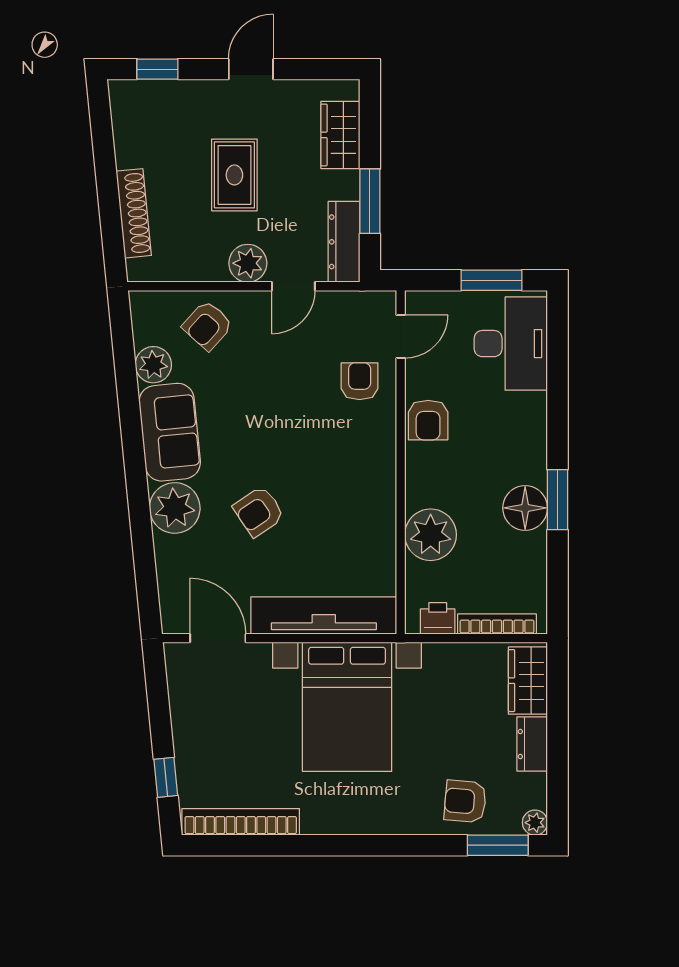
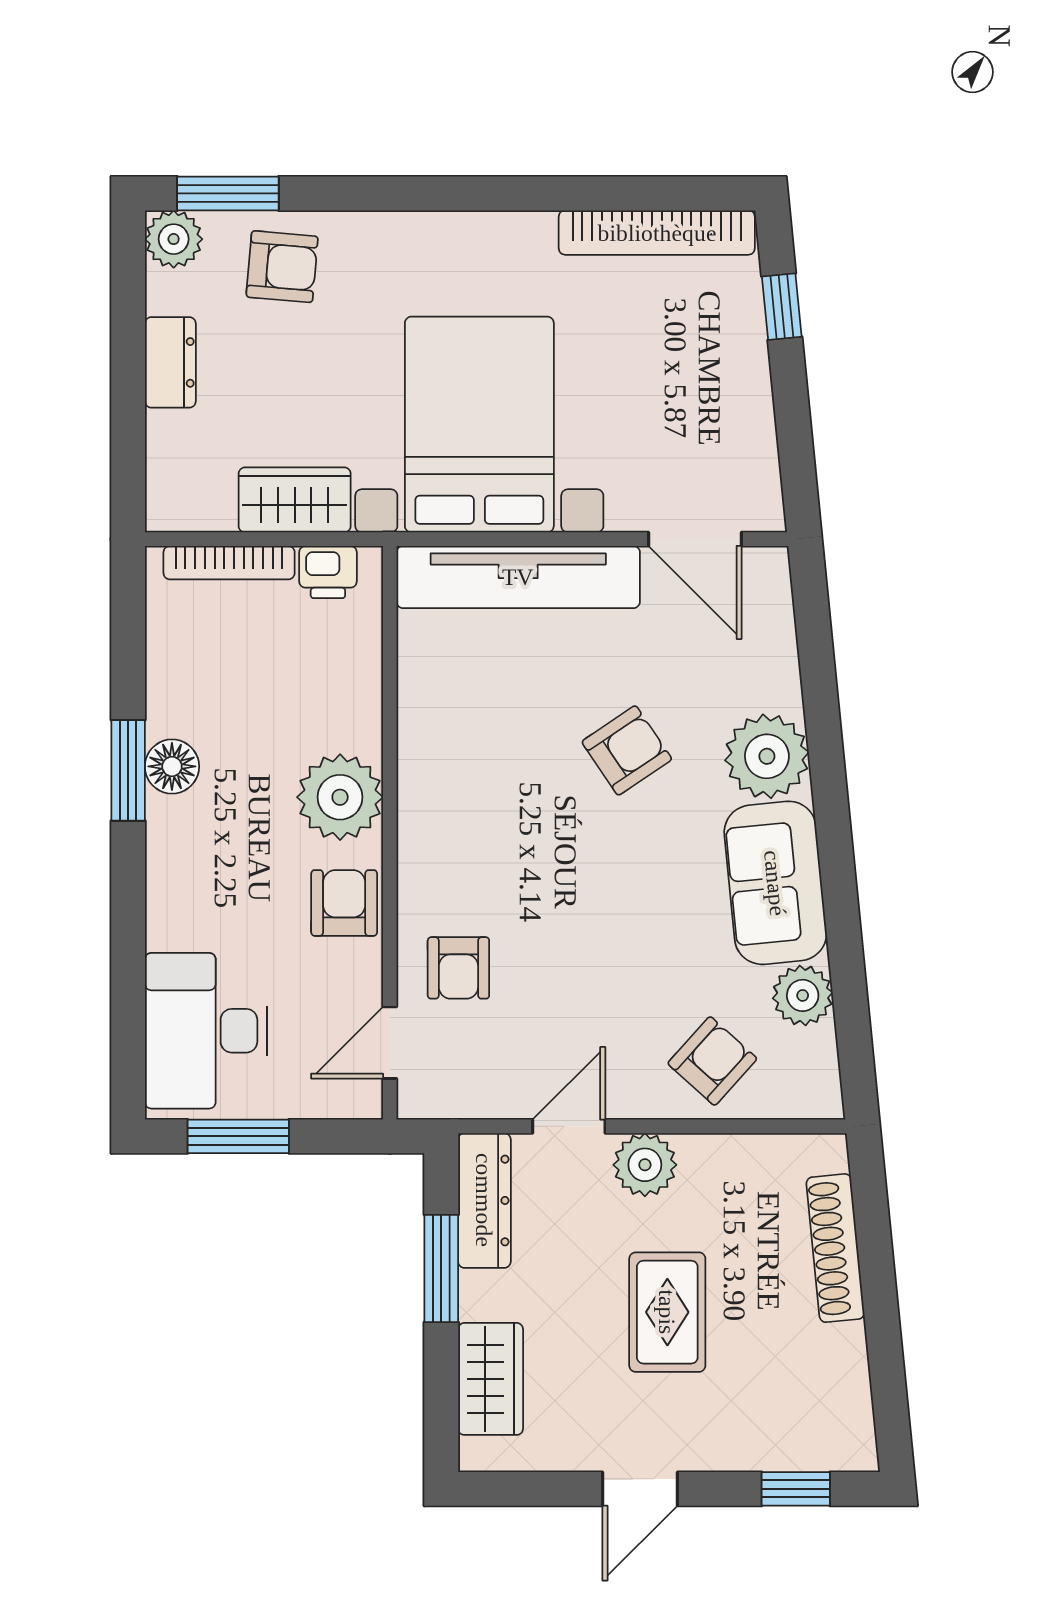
floor lamp: (525, 508) -> (172, 766), width x0.73, depth x0.73
plant: (431, 535) -> (340, 797), moved
wardrobe: (528, 681) -> (295, 500), moved, turned -90
plant: (535, 823) -> (174, 239), width x1.38, depth x1.38

